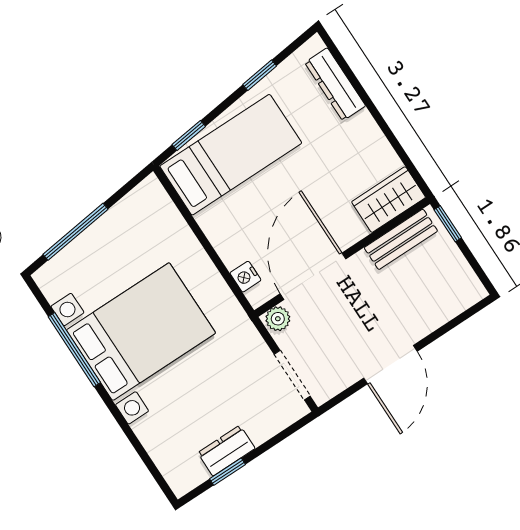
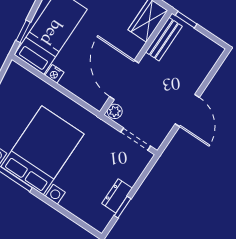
nightstand: (245, 277) -> (54, 74), moved

